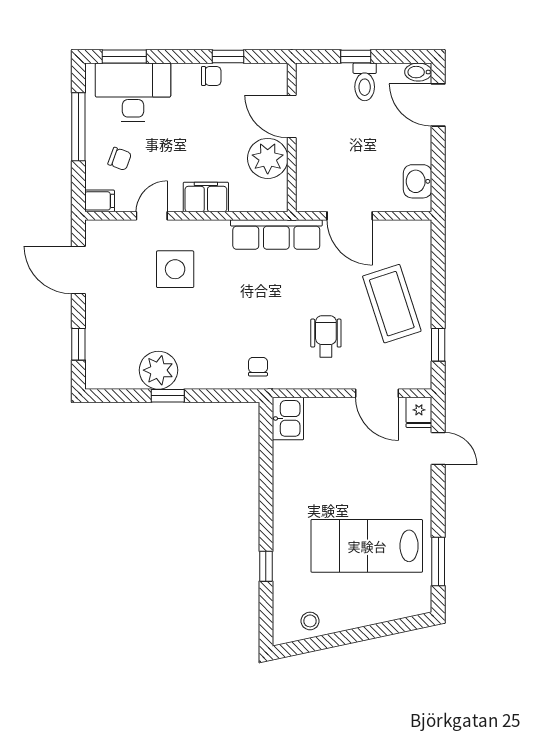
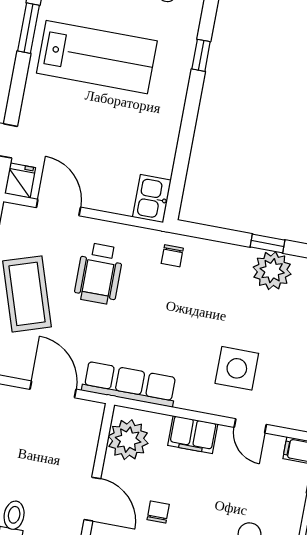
plant: (268, 158) -> (128, 440), moved
chair: (120, 159) -> (158, 512), moved, turned 70
door: (152, 216) -> (250, 426), hinge flipped
wheelchair: (326, 336) -> (99, 273), width x1.36, depth x1.37

